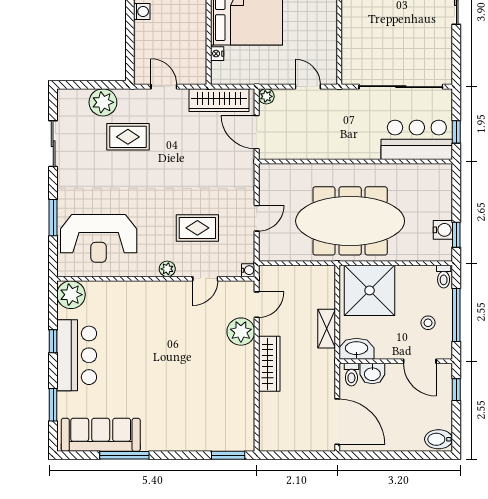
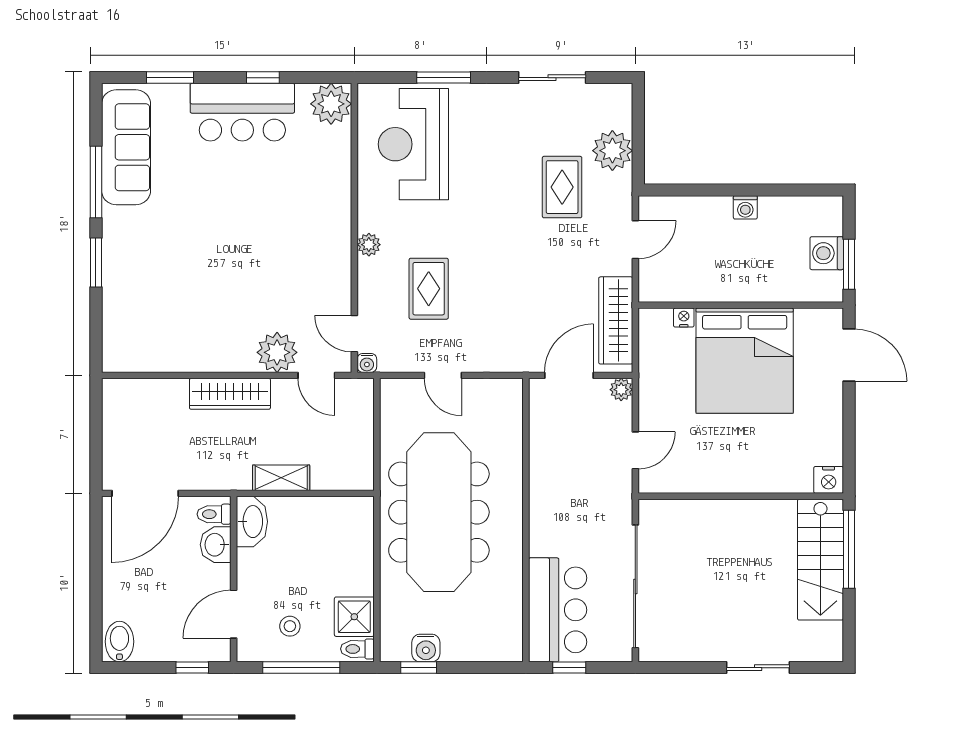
door: (205, 279) -> (354, 334), moved
shower: (370, 290) -> (354, 617), moved, width x0.54, depth x0.54
window: (228, 455) -> (96, 262), moved

